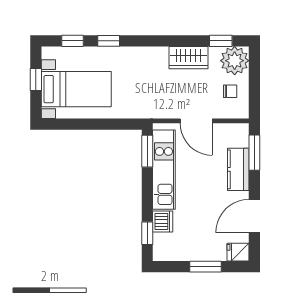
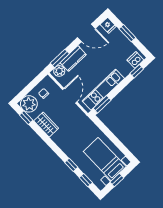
plant: (239, 137) -> (59, 71), added
dishwasher: (163, 222) -> (135, 60), moved

